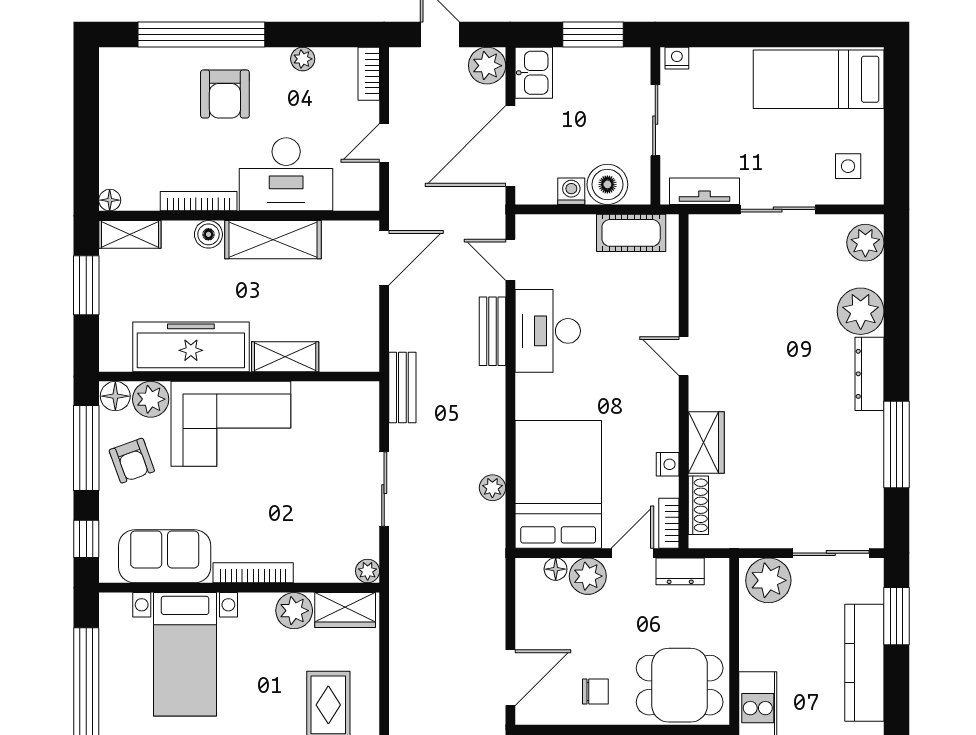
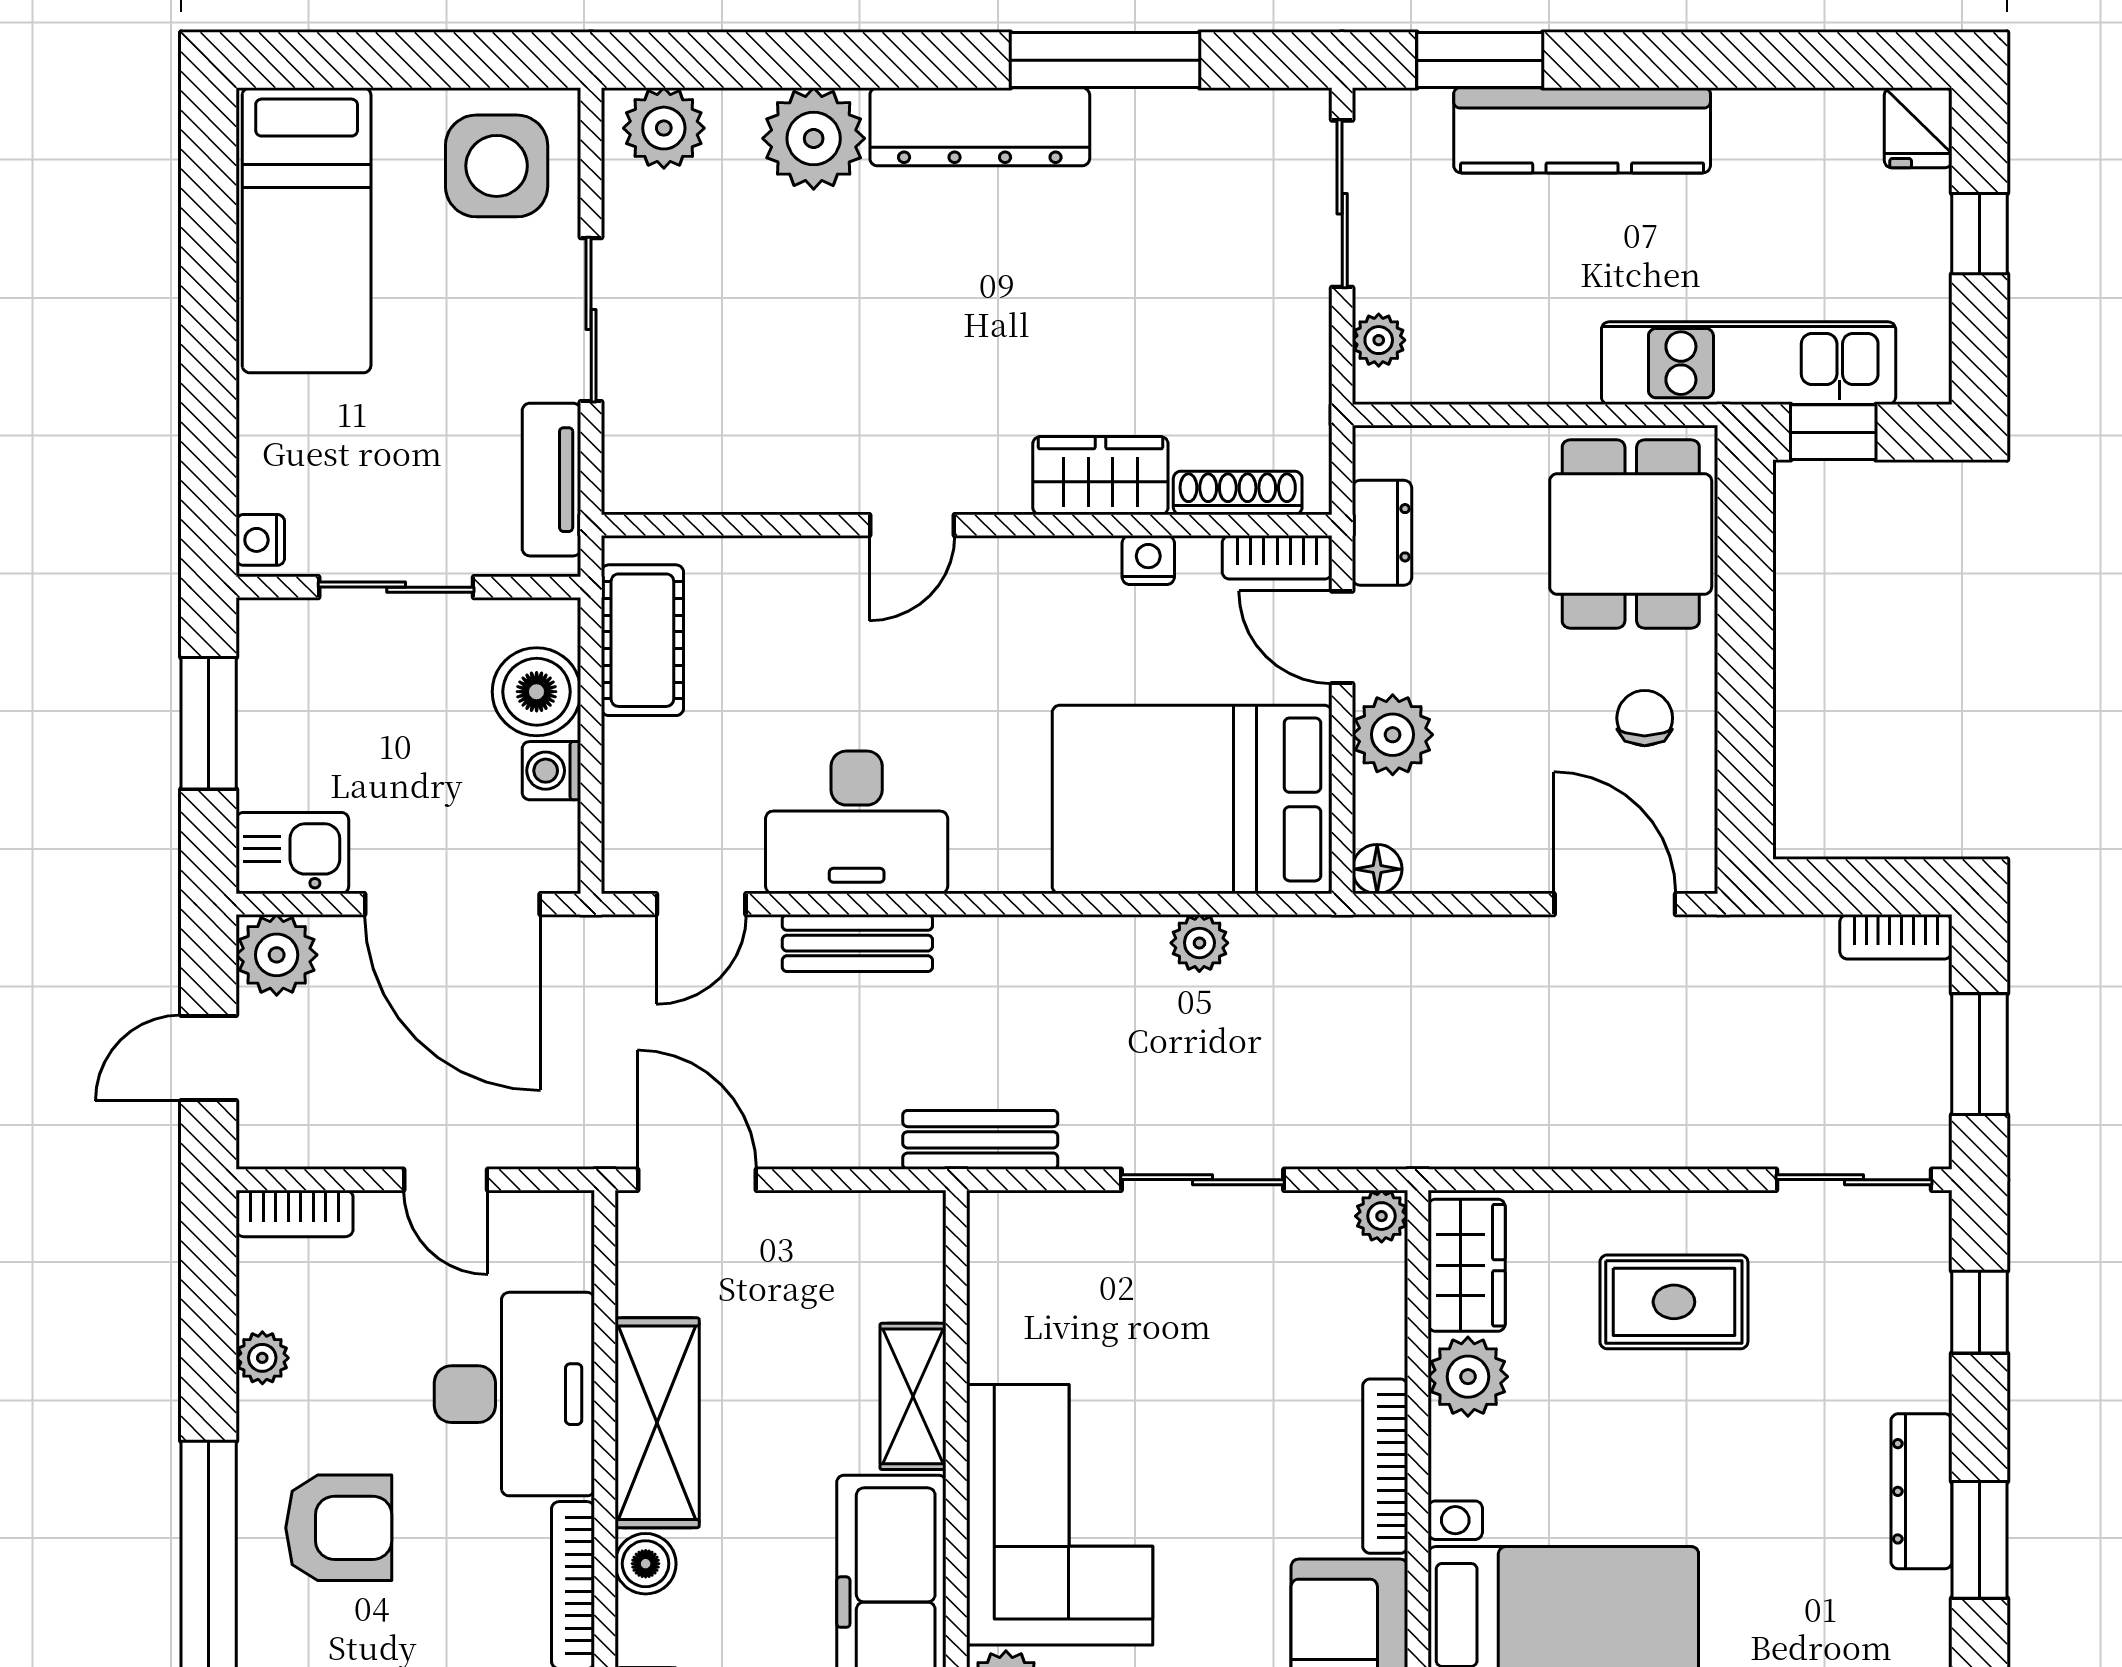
side table: (848, 166) -> (497, 166), width x1.87, depth x1.87
dresser: (869, 374) -> (980, 127), width x1.37, depth x1.24
floor lamp: (556, 569) -> (1377, 869), moved
plant: (768, 580) -> (1379, 340), width x0.53, depth x0.53

